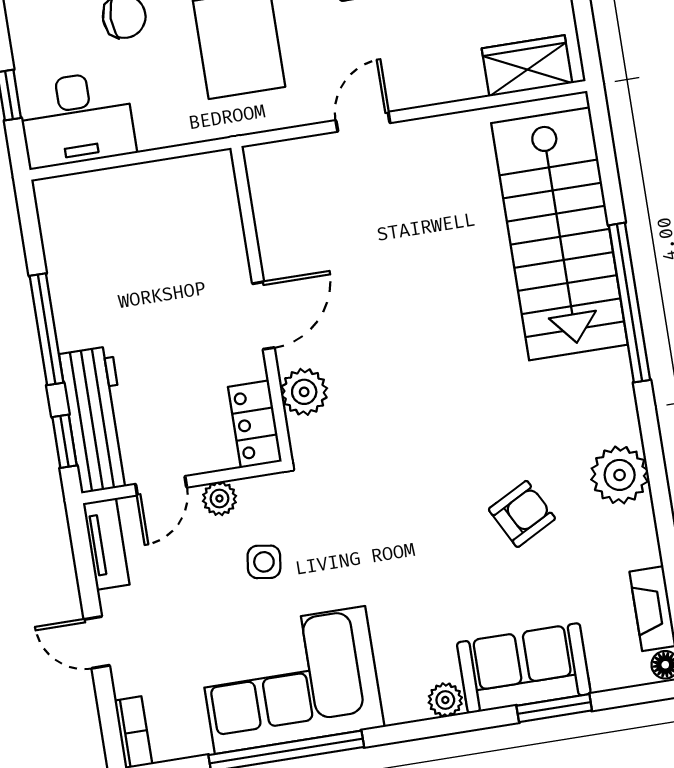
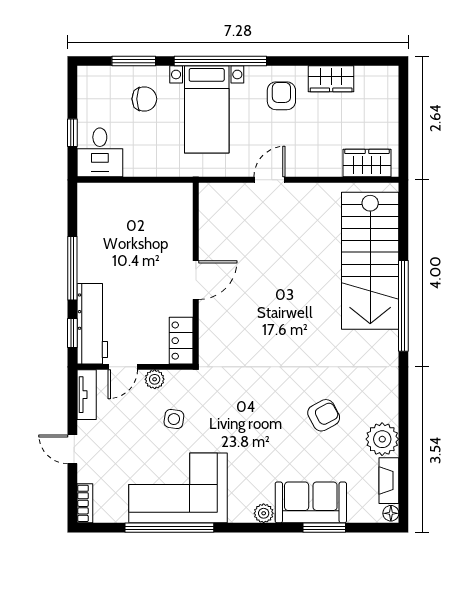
desk: (77, 119) -> (100, 152), width x0.73
plant: (304, 392) -> (212, 327), removed
plant: (620, 475) -> (382, 439), moved

